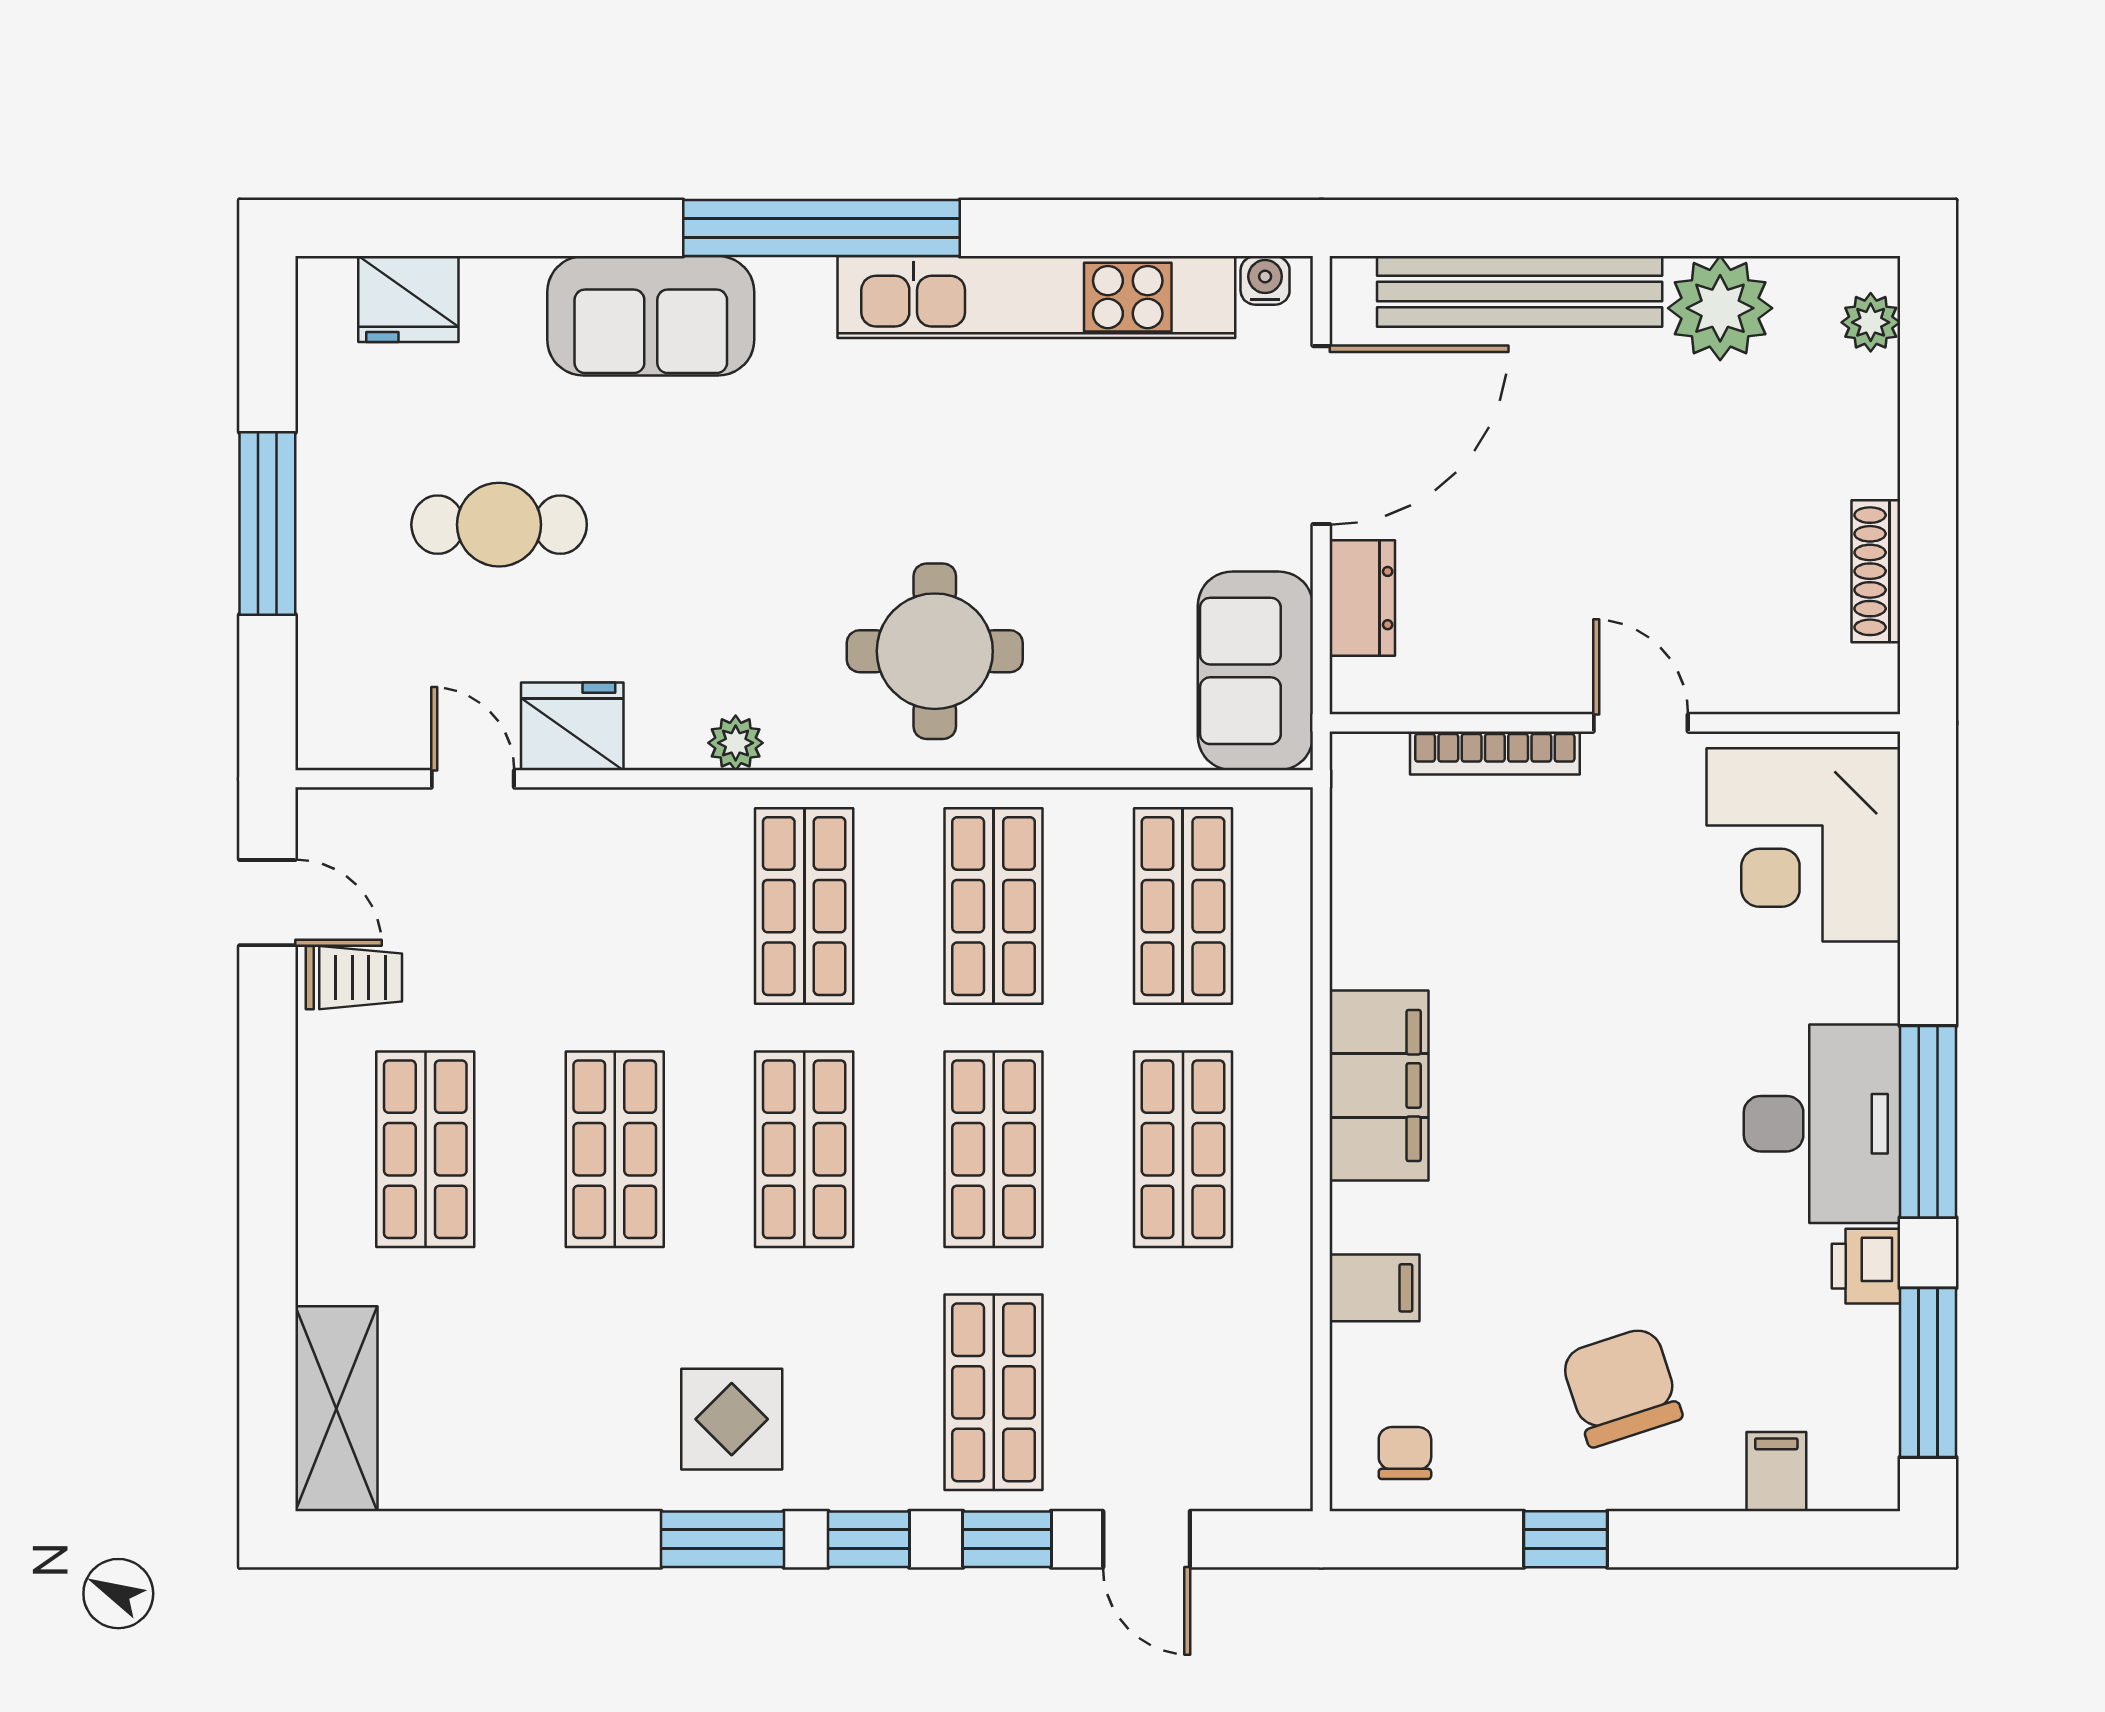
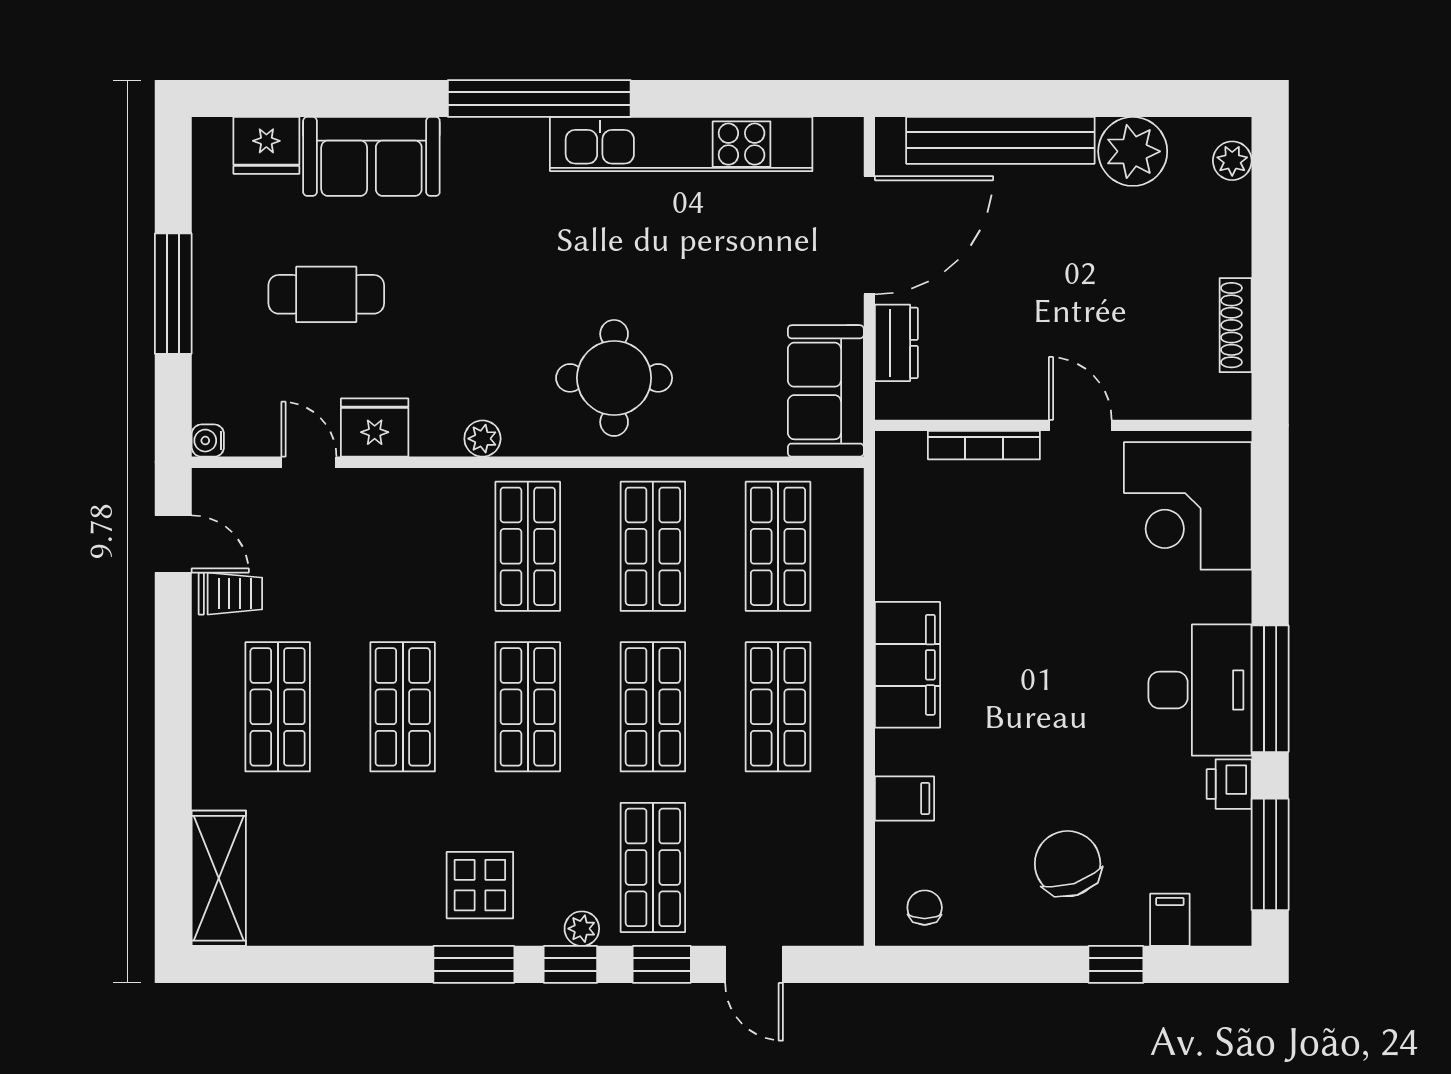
water cooler: (1265, 280) -> (208, 441), moved, turned -90
sofa: (651, 316) -> (371, 156), moved
plant: (886, 1485) -> (582, 929), added
window: (1566, 1539) -> (1116, 964), moved

